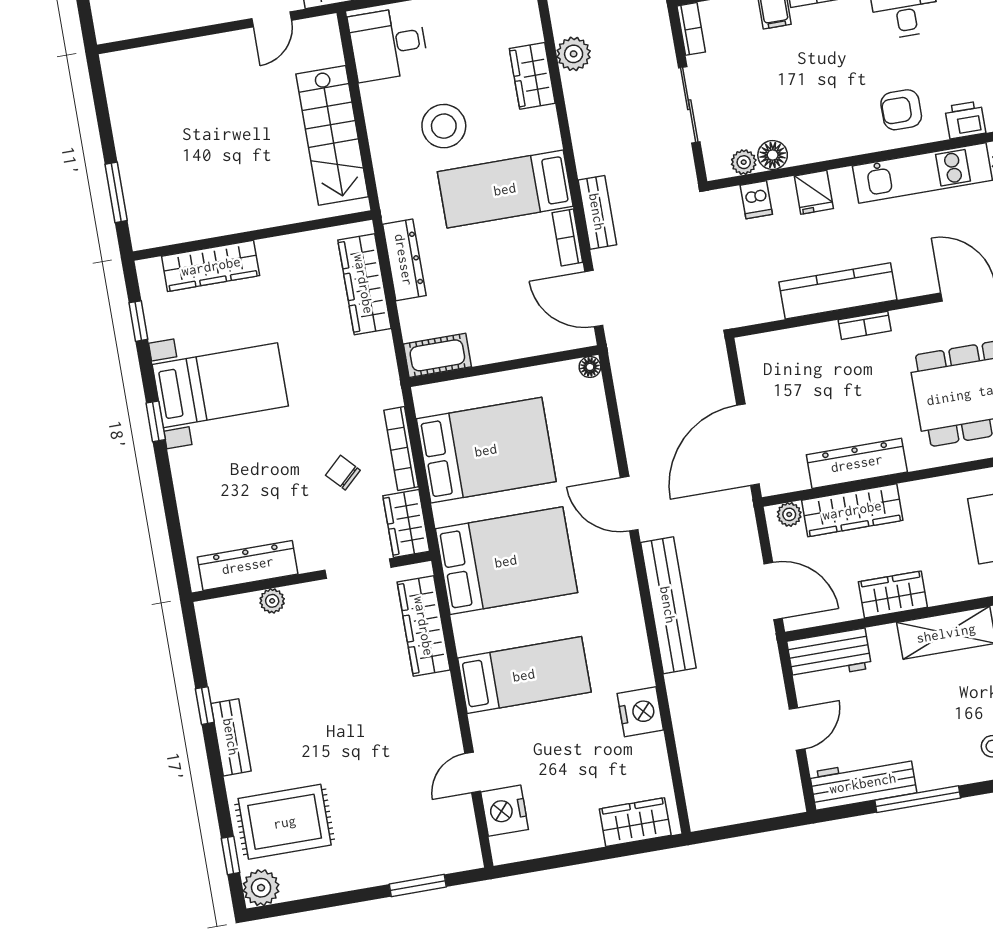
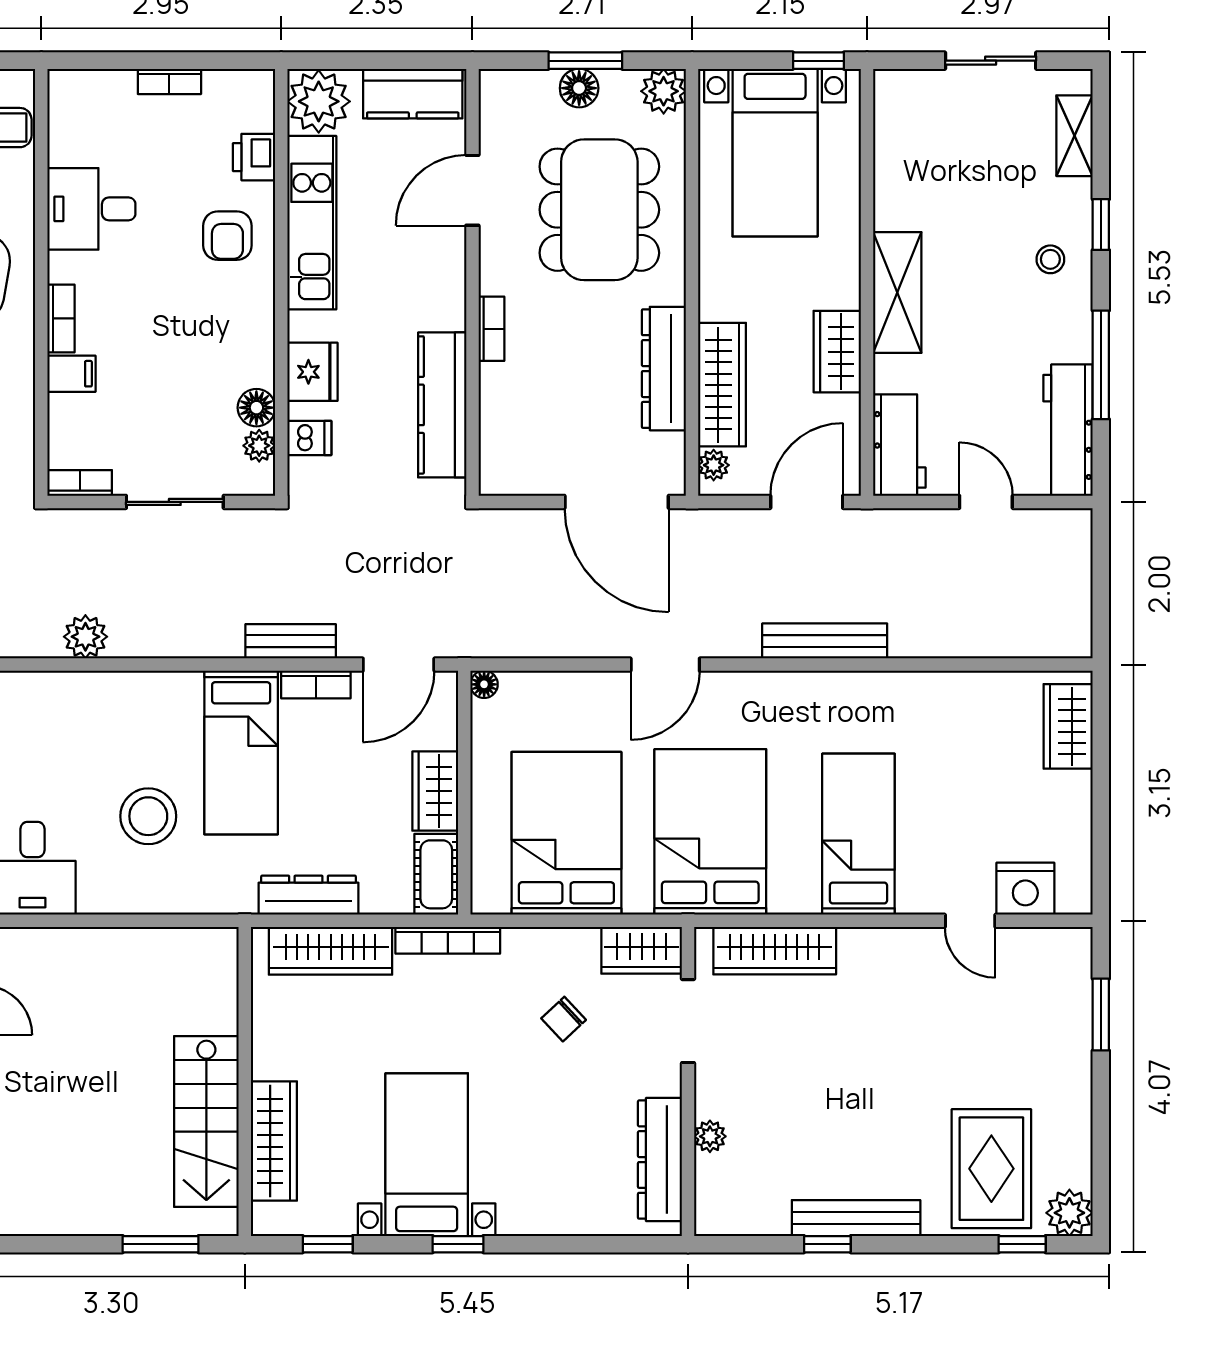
wardrobe: (532, 76) -> (435, 791), moved, turned 90
stairs: (332, 135) -> (206, 1121), moved, turned 90
fridge: (814, 192) -> (312, 372), width x1.38
kitchen counter: (838, 291) -> (442, 405), moved
bookcase: (401, 448) -> (448, 940), moved
bench: (668, 605) -> (825, 641), width x0.73, depth x0.82
nightstand: (640, 712) -> (930, 696), removed
bench: (231, 737) -> (856, 1218), width x1.36

